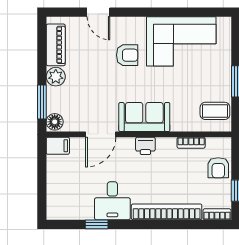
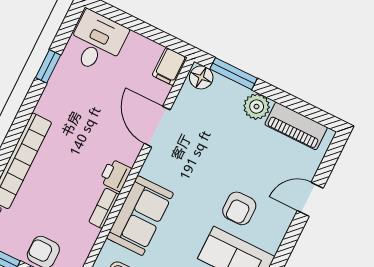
sofa: (144, 117) -> (140, 216), moved
bookcase: (191, 143) -> (104, 208), moved
desk: (112, 201) -> (97, 42), moved, turned 90

